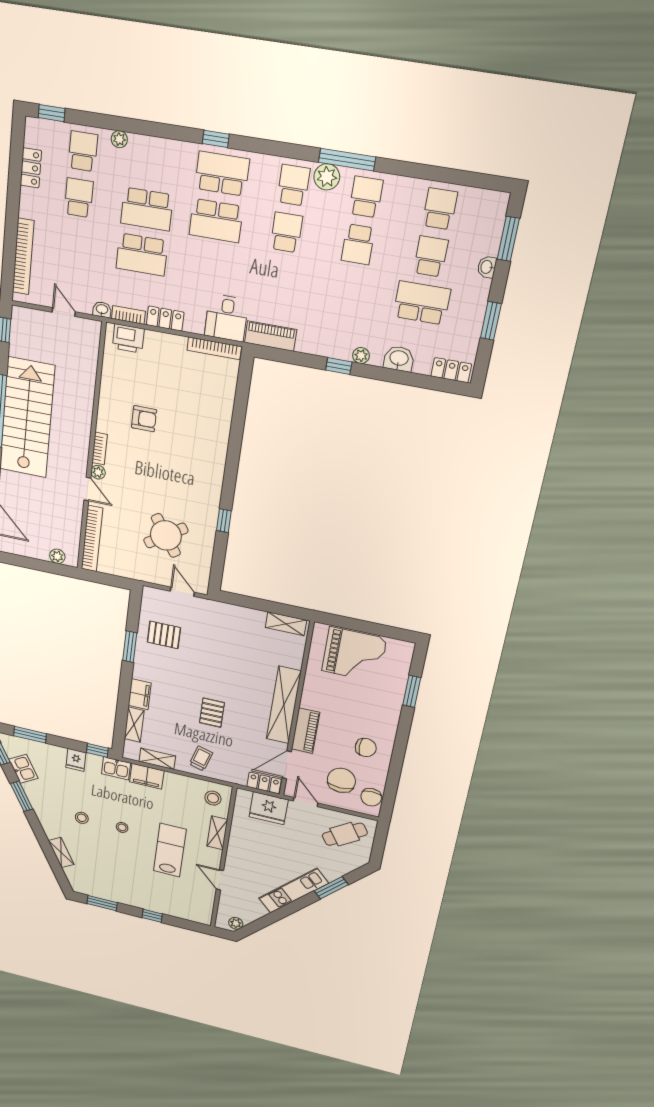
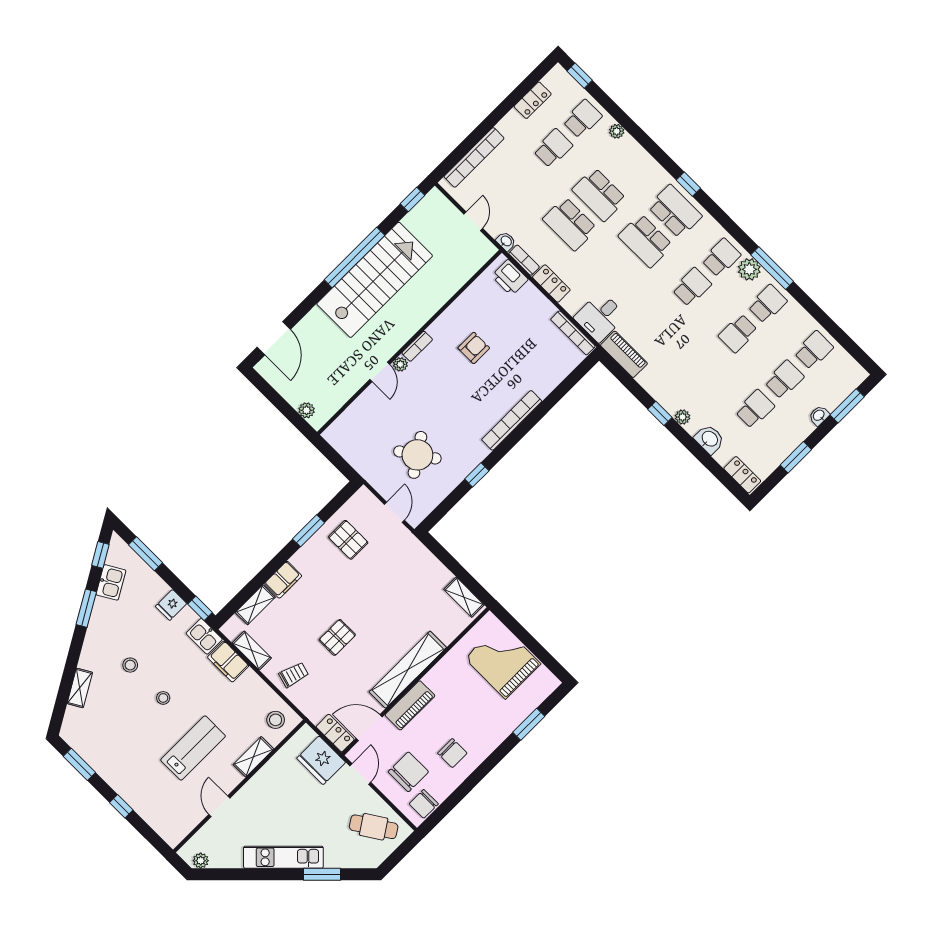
school desk: (422, 303) -> (755, 409), width x0.54
armchair: (144, 419) -> (474, 348), turned -90
bookcase: (92, 539) -> (512, 420), moved, turned 180
grand piano: (354, 655) -> (503, 661), turned 180

